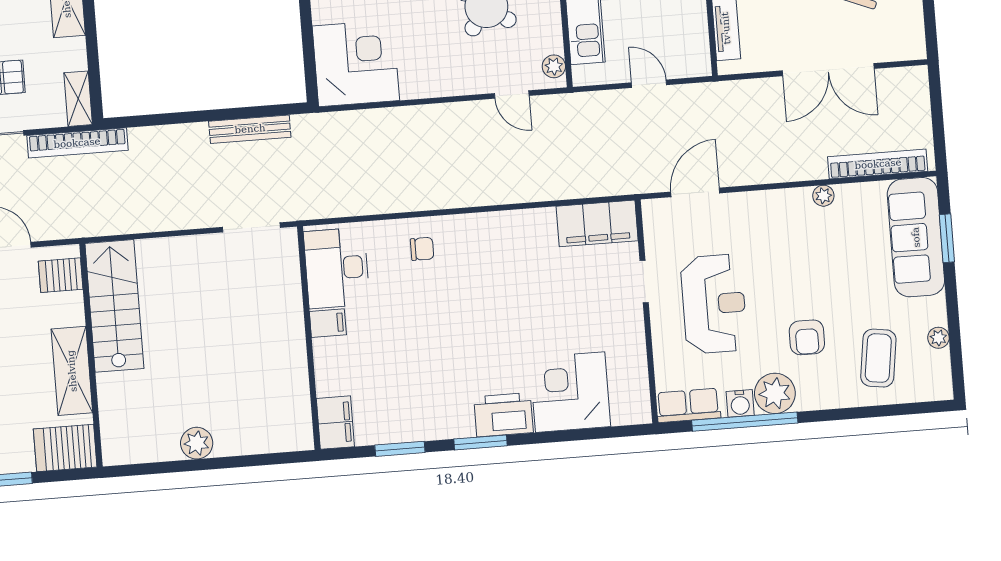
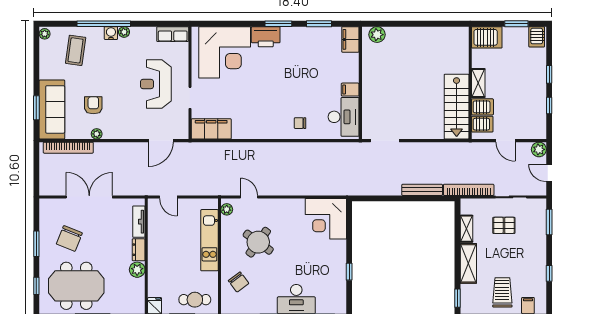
door: (649, 84) -> (168, 197), moved
shelving: (78, 99) -> (466, 229), moved
bench: (250, 129) -> (422, 190), moved
server rack: (63, 309) -> (482, 107), added
armchair: (807, 337) -> (93, 105), moved
plant: (938, 338) -> (45, 34), moved
shelving: (72, 371) -> (478, 83), width x0.67, depth x0.75
corner desk: (570, 392) -> (225, 52), width x1.36, depth x1.36
plant: (775, 393) -> (124, 32), width x0.53, depth x0.53
water cooler: (740, 403) -> (111, 33), moved
window: (745, 422) -> (104, 24), moved
plant: (197, 443) -> (377, 35), moved

